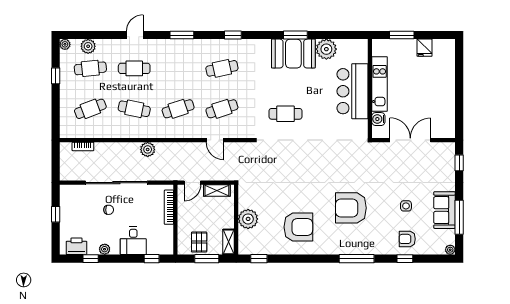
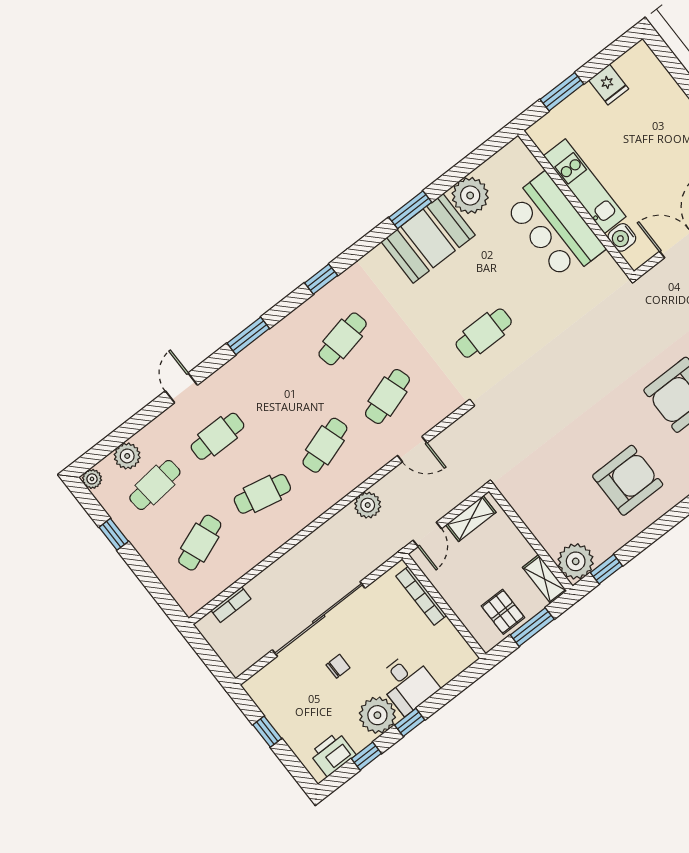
plant: (148, 149) -> (368, 505), moved
plant: (248, 219) -> (576, 561), moved
plant: (105, 249) -> (377, 715), width x1.88, depth x1.88
window: (152, 259) -> (410, 722), moved

